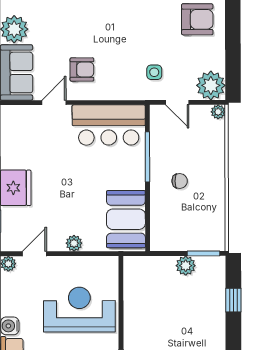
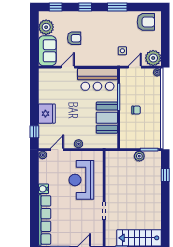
armchair: (82, 70) -> (74, 38), moved
door: (177, 102) -> (135, 67), swing flipped
booth: (126, 219) -> (107, 118), moved
reception desk: (79, 310) -> (81, 180), turned -90

